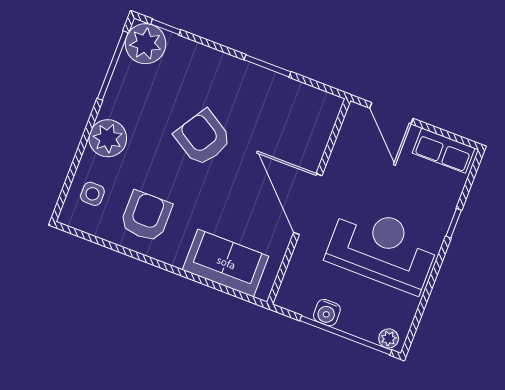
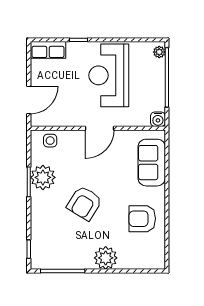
plant: (145, 44) -> (43, 177), moved
row of seats: (444, 151) -> (48, 50), moved, turned 90
side table: (92, 194) -> (50, 141), moved
door: (308, 204) -> (100, 128), width x0.73
water cooler: (327, 313) -> (158, 119), moved, turned 90

